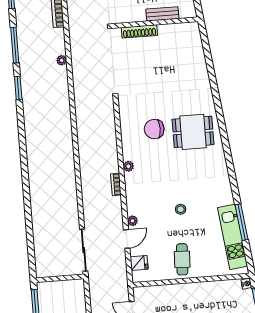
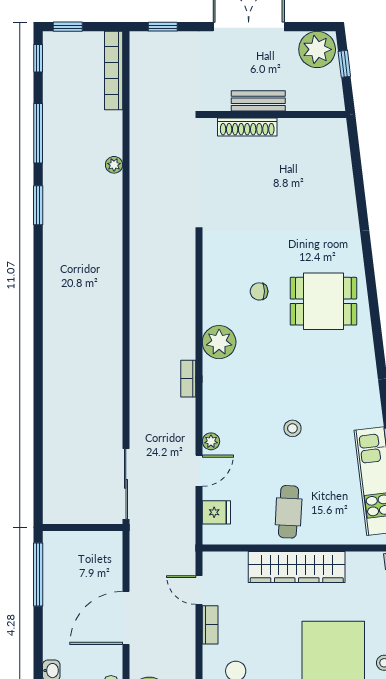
bench: (162, 14) -> (258, 101), moved
chair: (154, 129) -> (259, 291), width x0.54, depth x0.54
plant: (128, 166) -> (219, 342), width x1.88, depth x1.88
wardrobe: (190, 292) -> (297, 567), added

